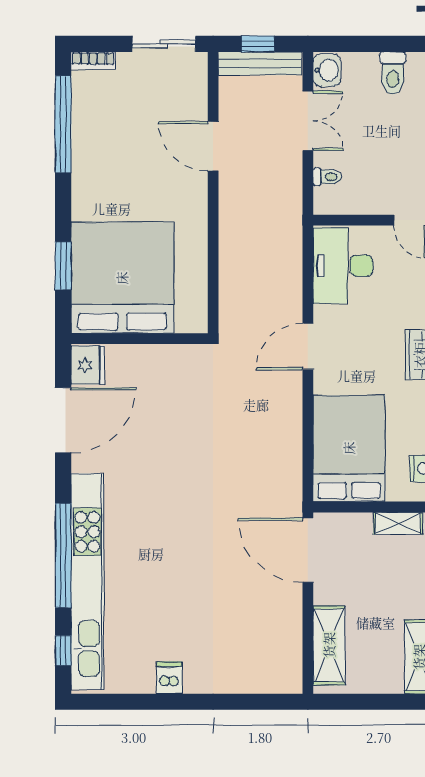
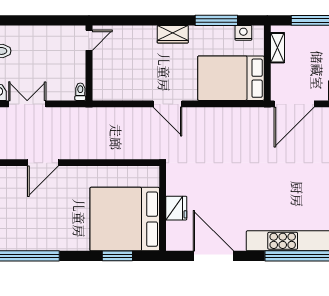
toilet: (327, 177) -> (80, 92), moved
desk: (343, 266) -> (117, 82), removed
fridge: (88, 365) -> (176, 208), moved, turned 90

